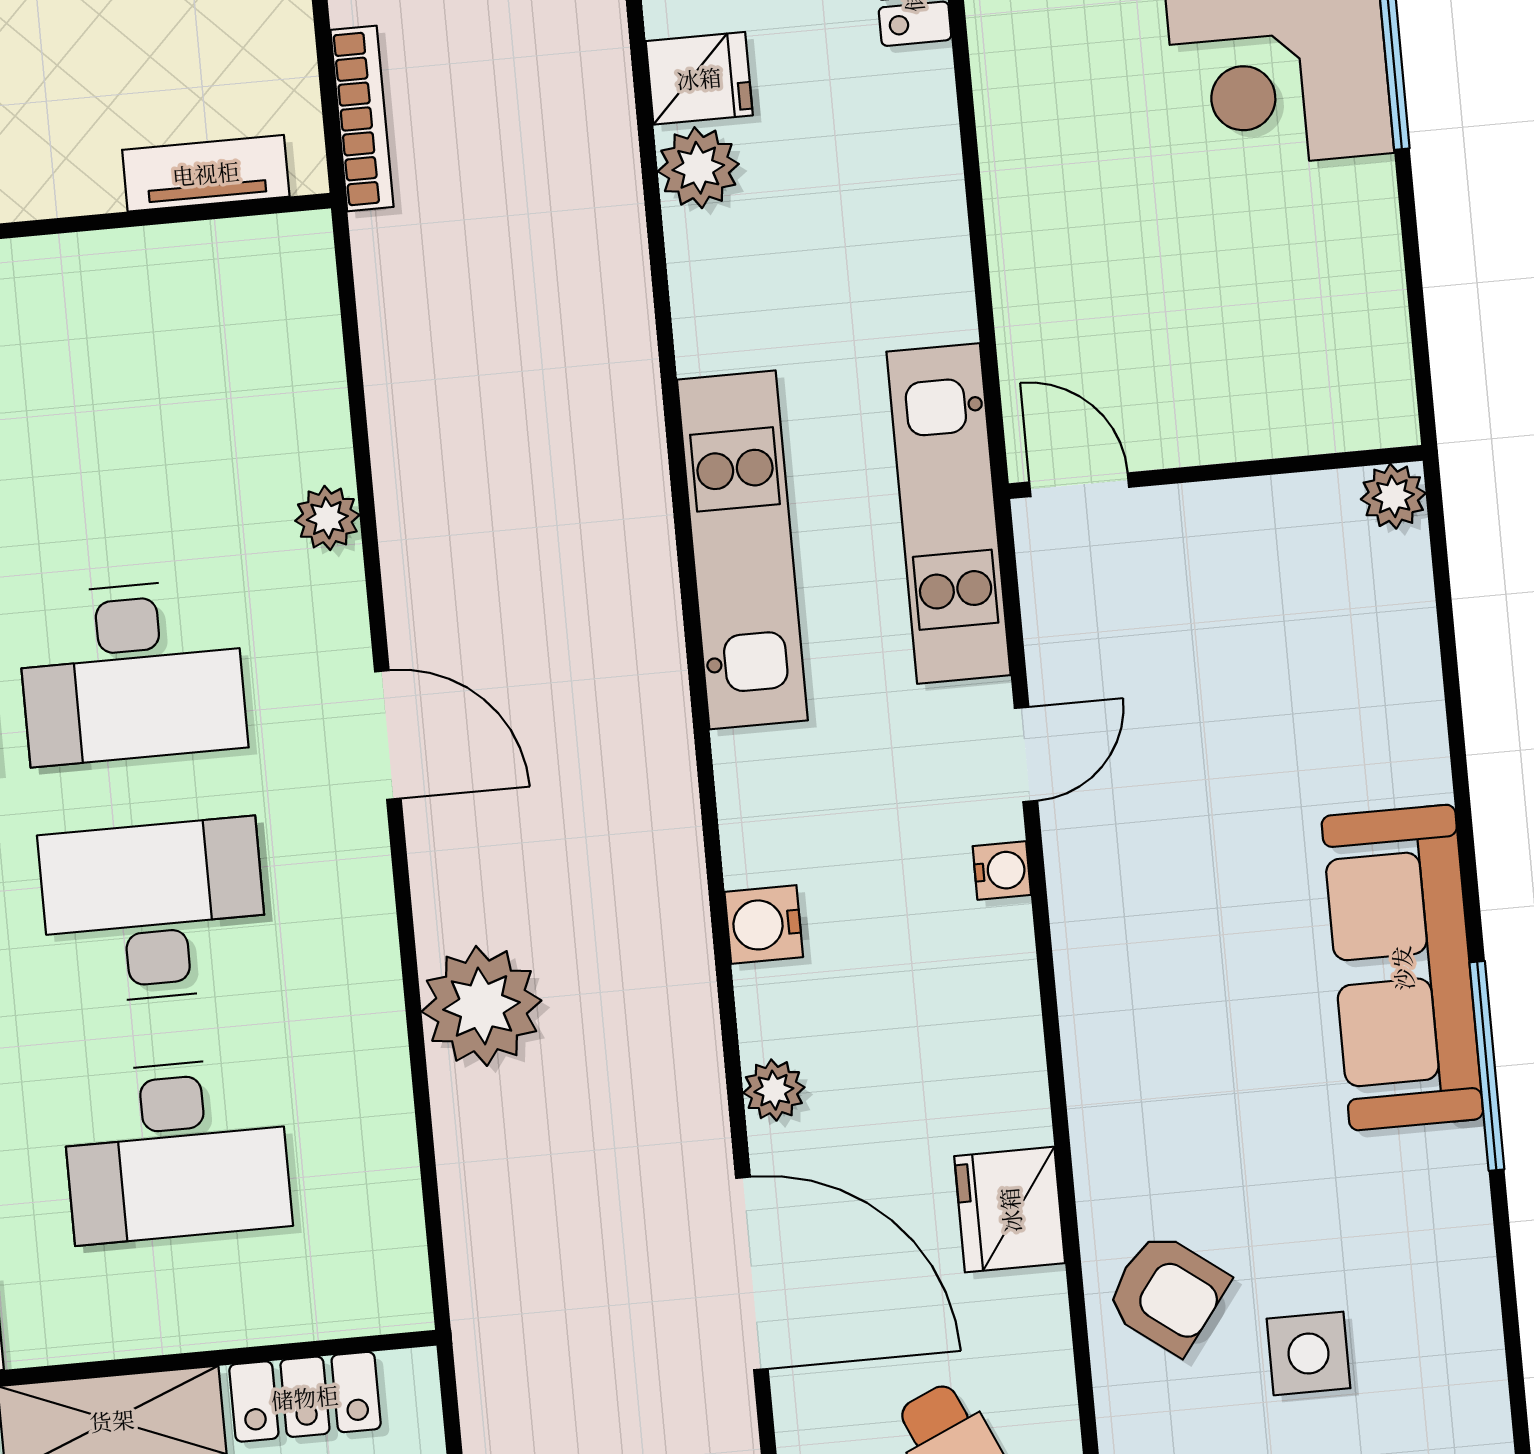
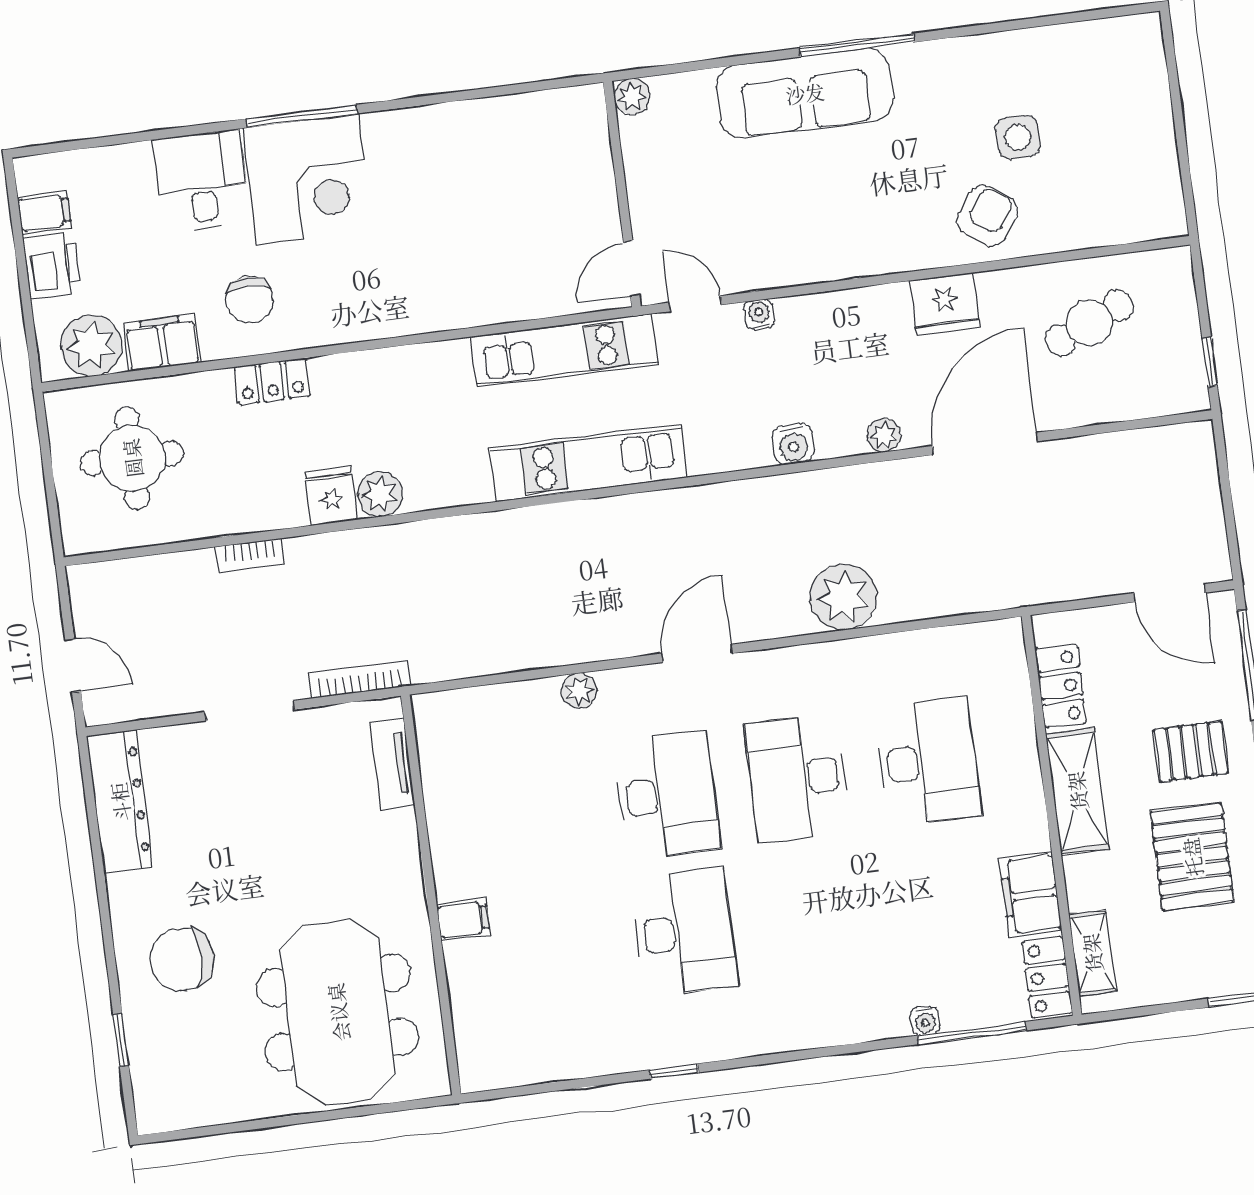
wall: (1216, 472) -> (622, 194), moved
door: (1079, 485) -> (631, 269), moved
plant: (1393, 496) -> (632, 96), moved

